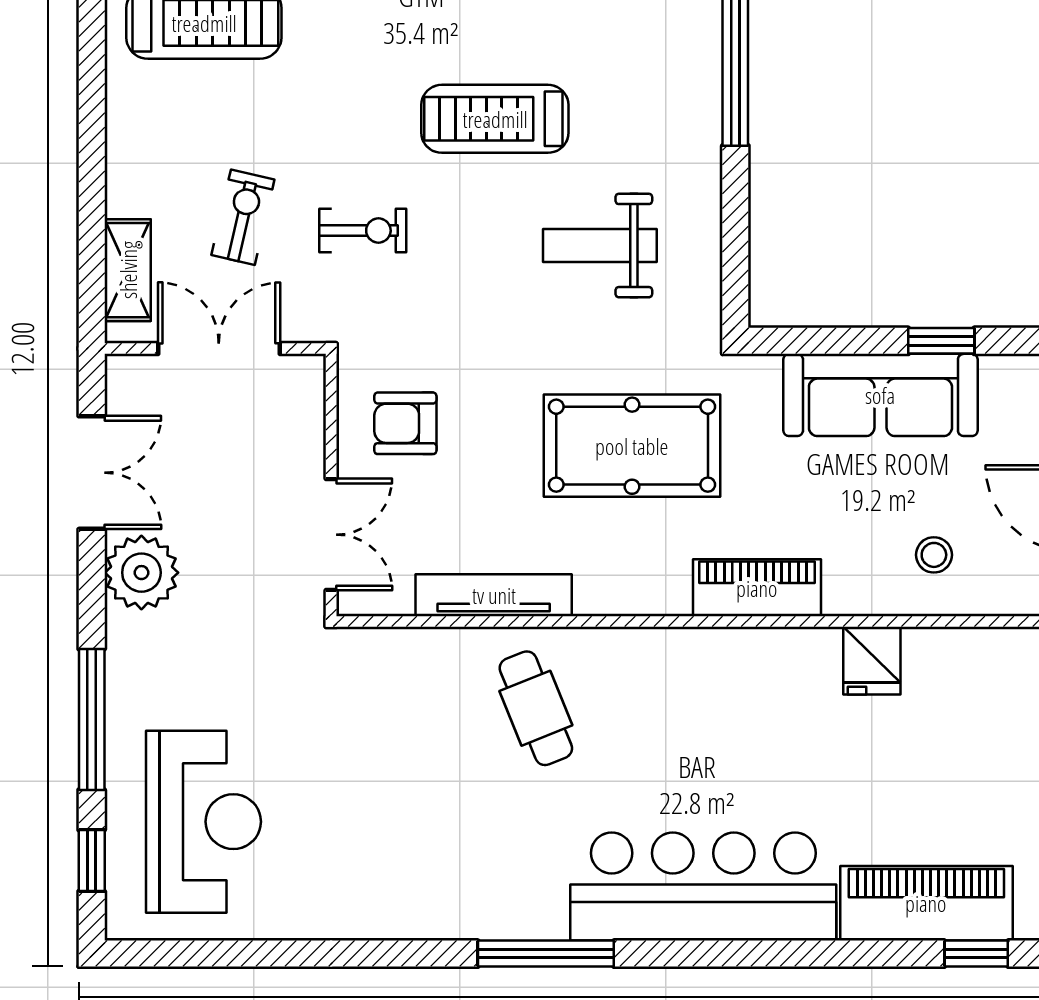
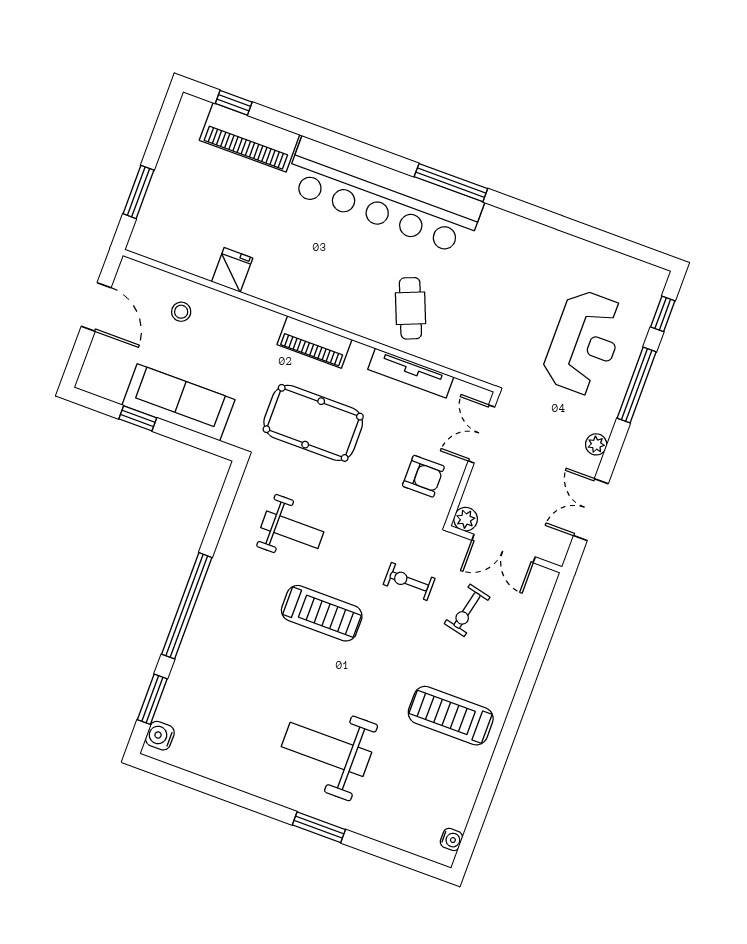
shelving: (128, 270) -> (535, 605), removed
plant: (304, 376) -> (466, 519), added
plant: (141, 573) -> (596, 444), width x0.53, depth x0.53
piano: (757, 588) -> (314, 342), moved
reception desk: (203, 822) -> (584, 343), moved, turned 180
bar counter: (703, 887) -> (383, 196), width x1.36

